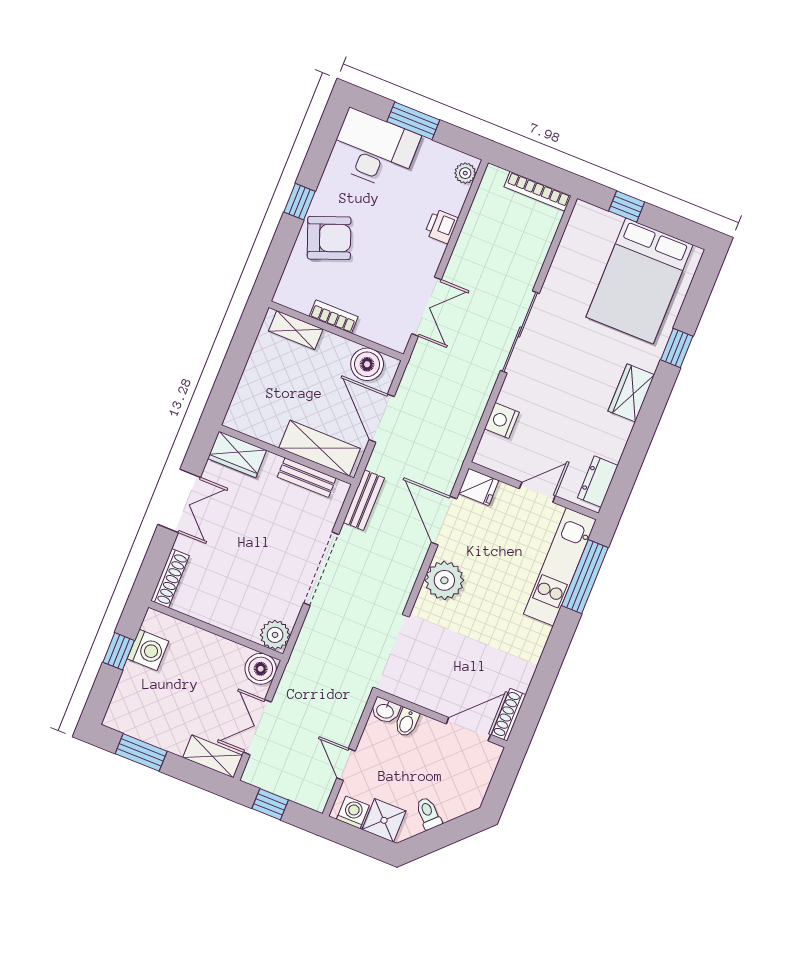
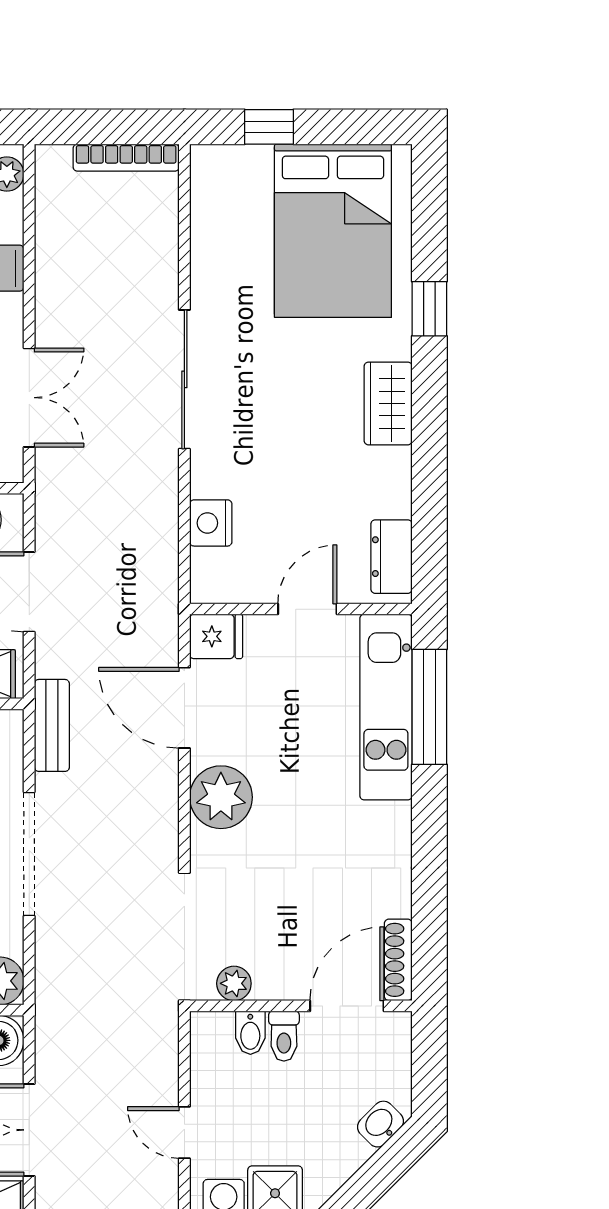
plant: (409, 690) -> (234, 983), added
washbasin: (385, 711) -> (381, 1124), moved, turned 135
toilet: (428, 813) -> (284, 1036), moved, turned -135

